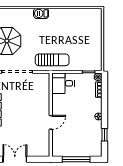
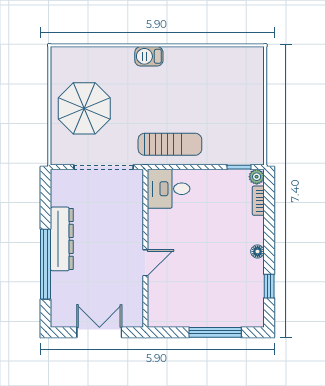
desk: (63, 83) -> (169, 189), moved
wall: (51, 115) -> (145, 248), moved
door: (51, 122) -> (145, 263), moved

